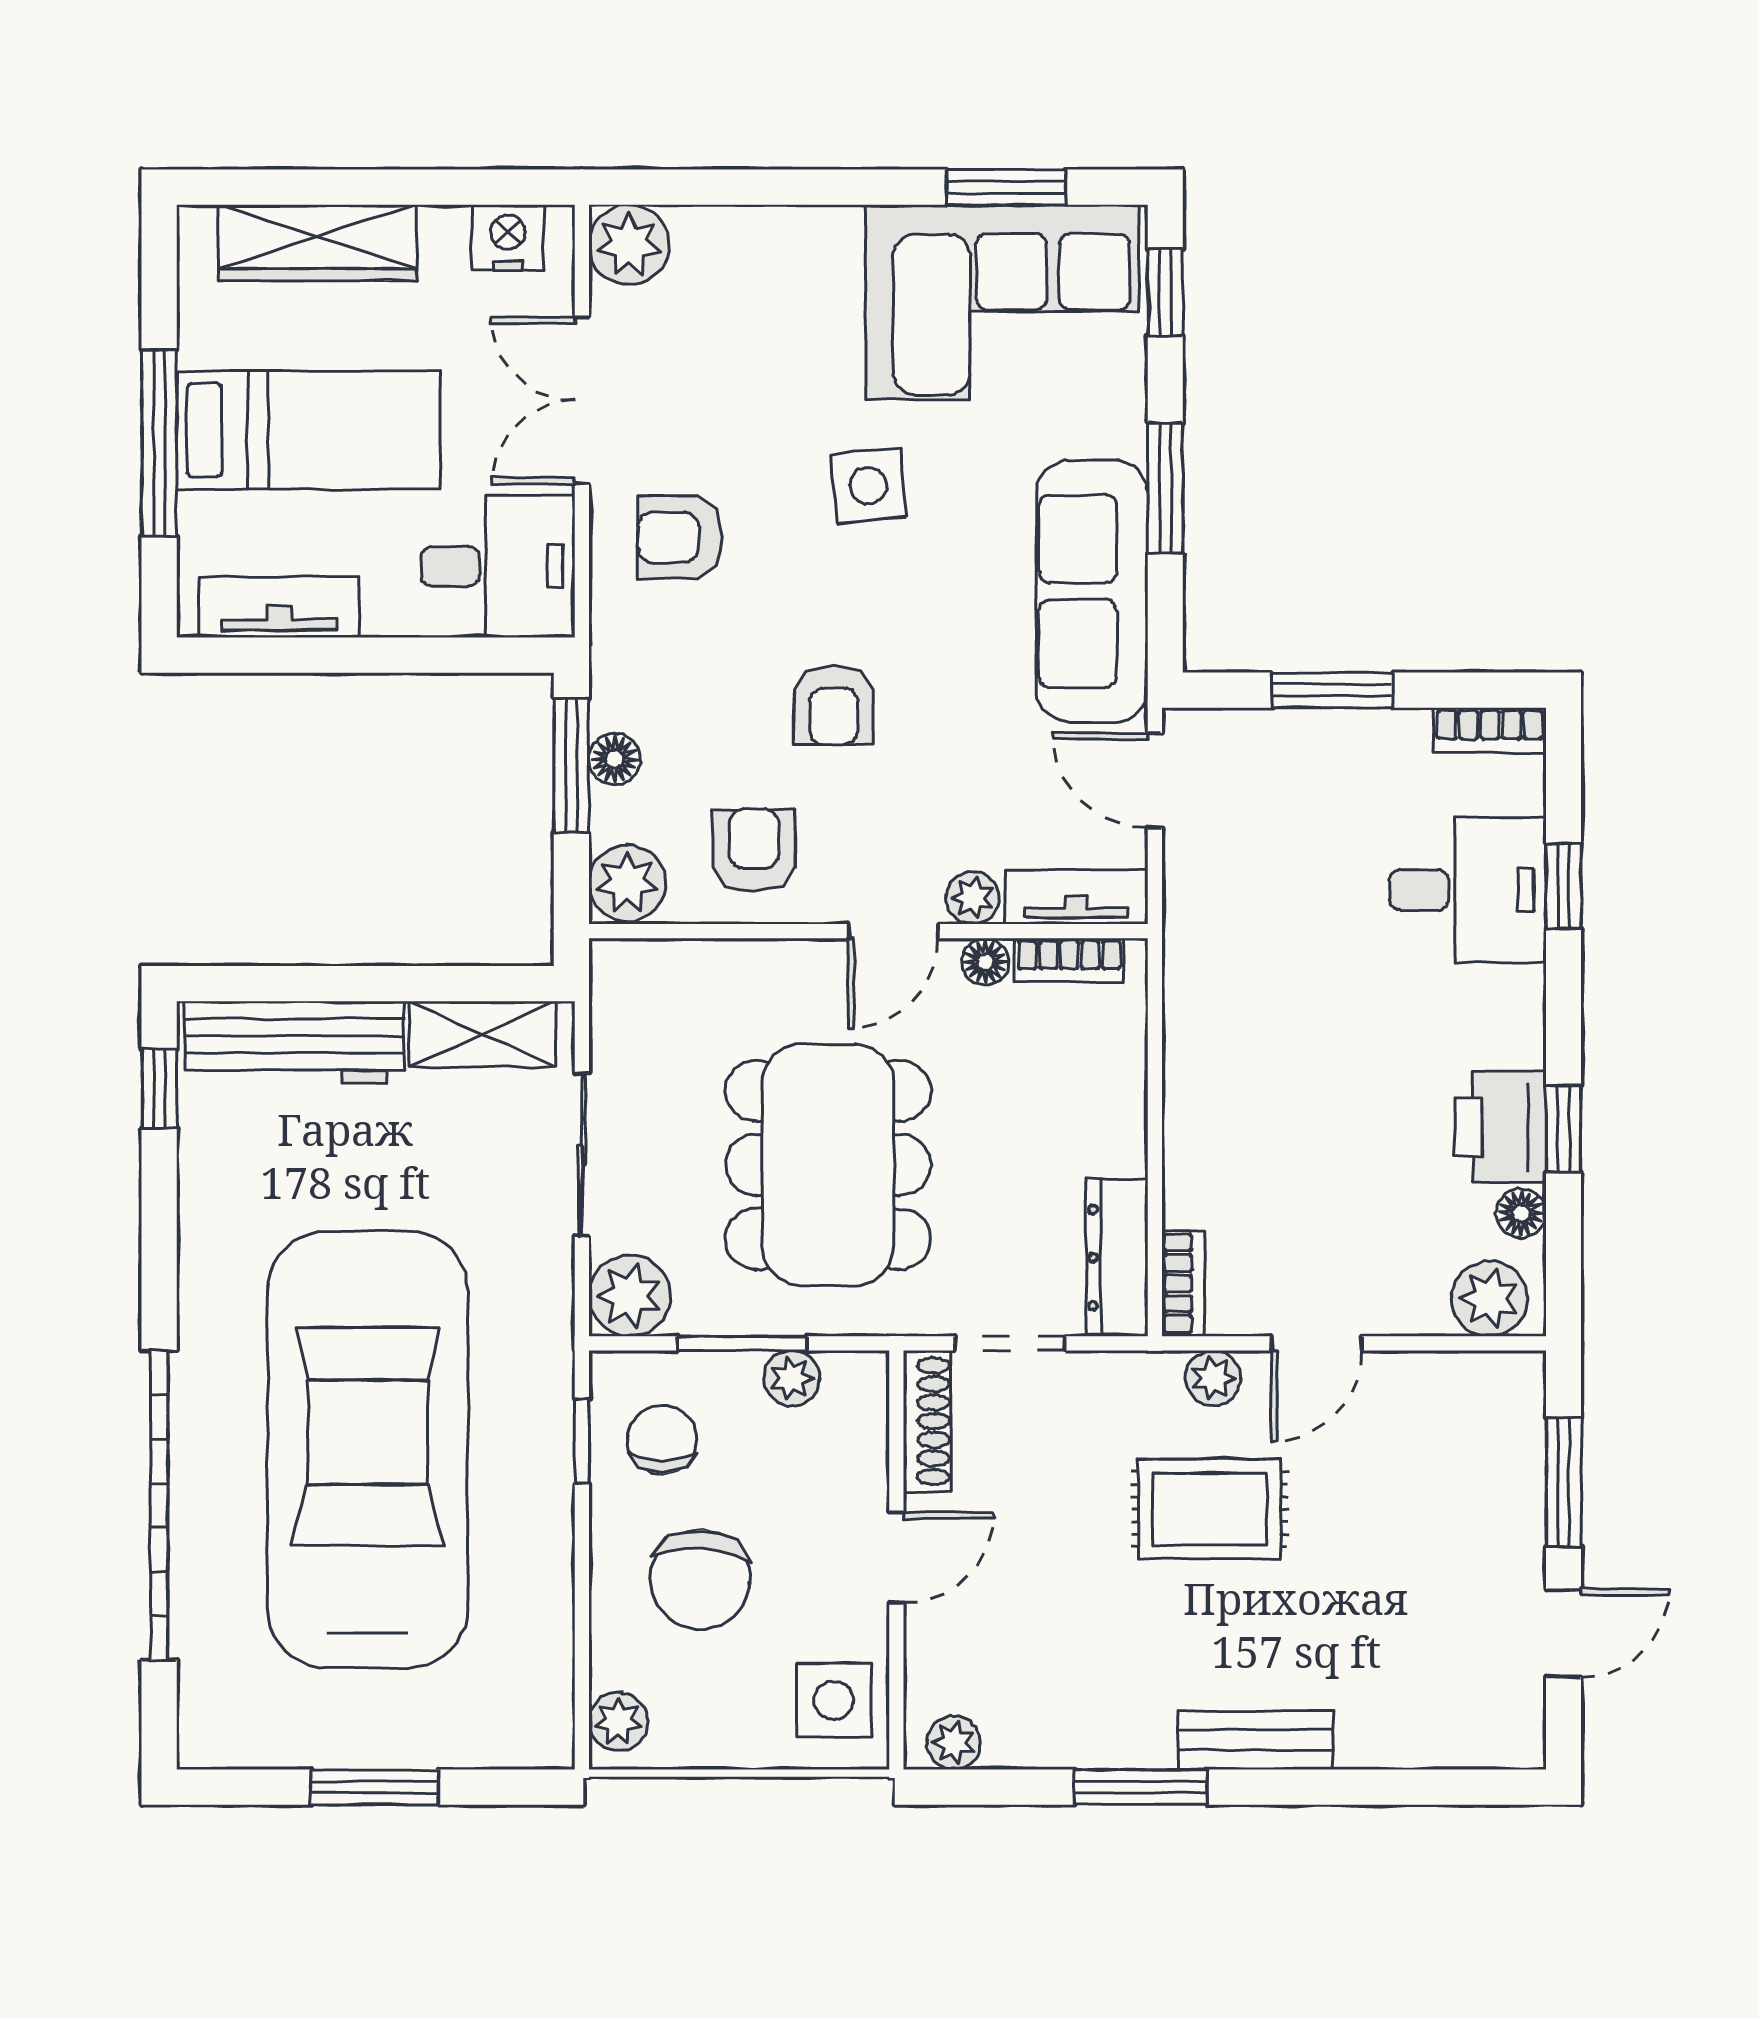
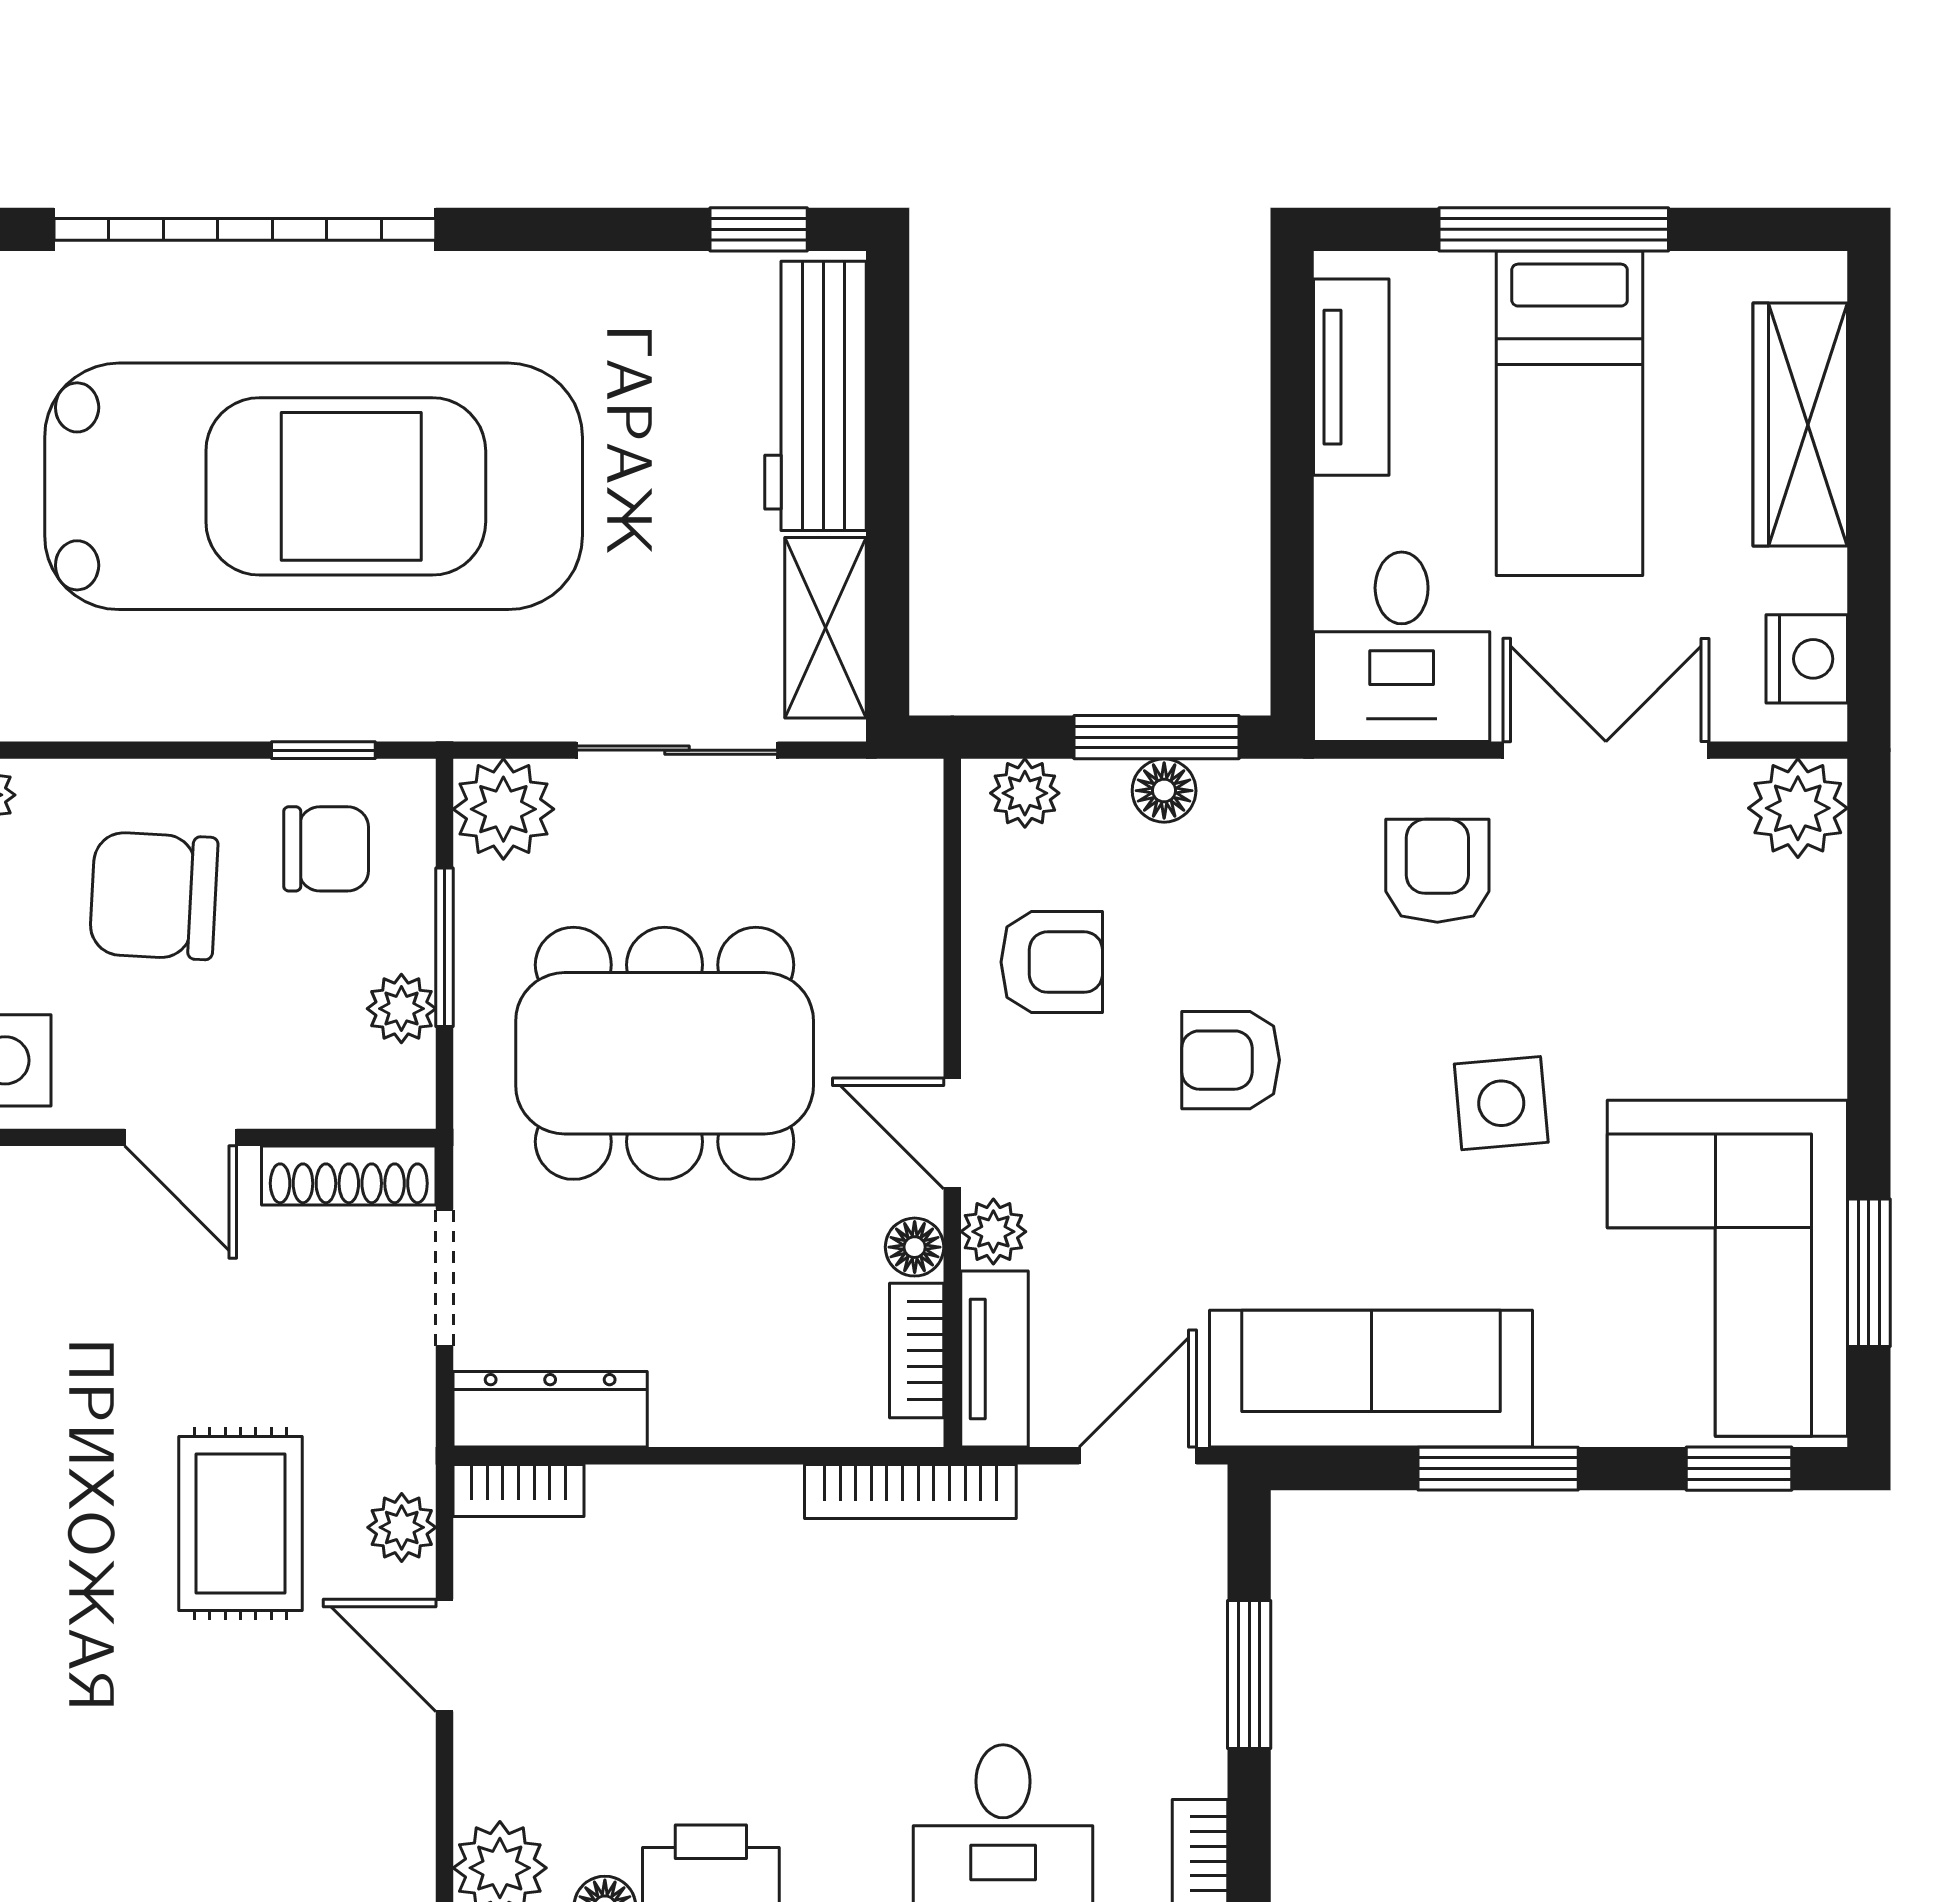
plant: (627, 883) -> (1025, 793), width x0.73, depth x0.73
bookcase: (1184, 965) -> (910, 1492), added

